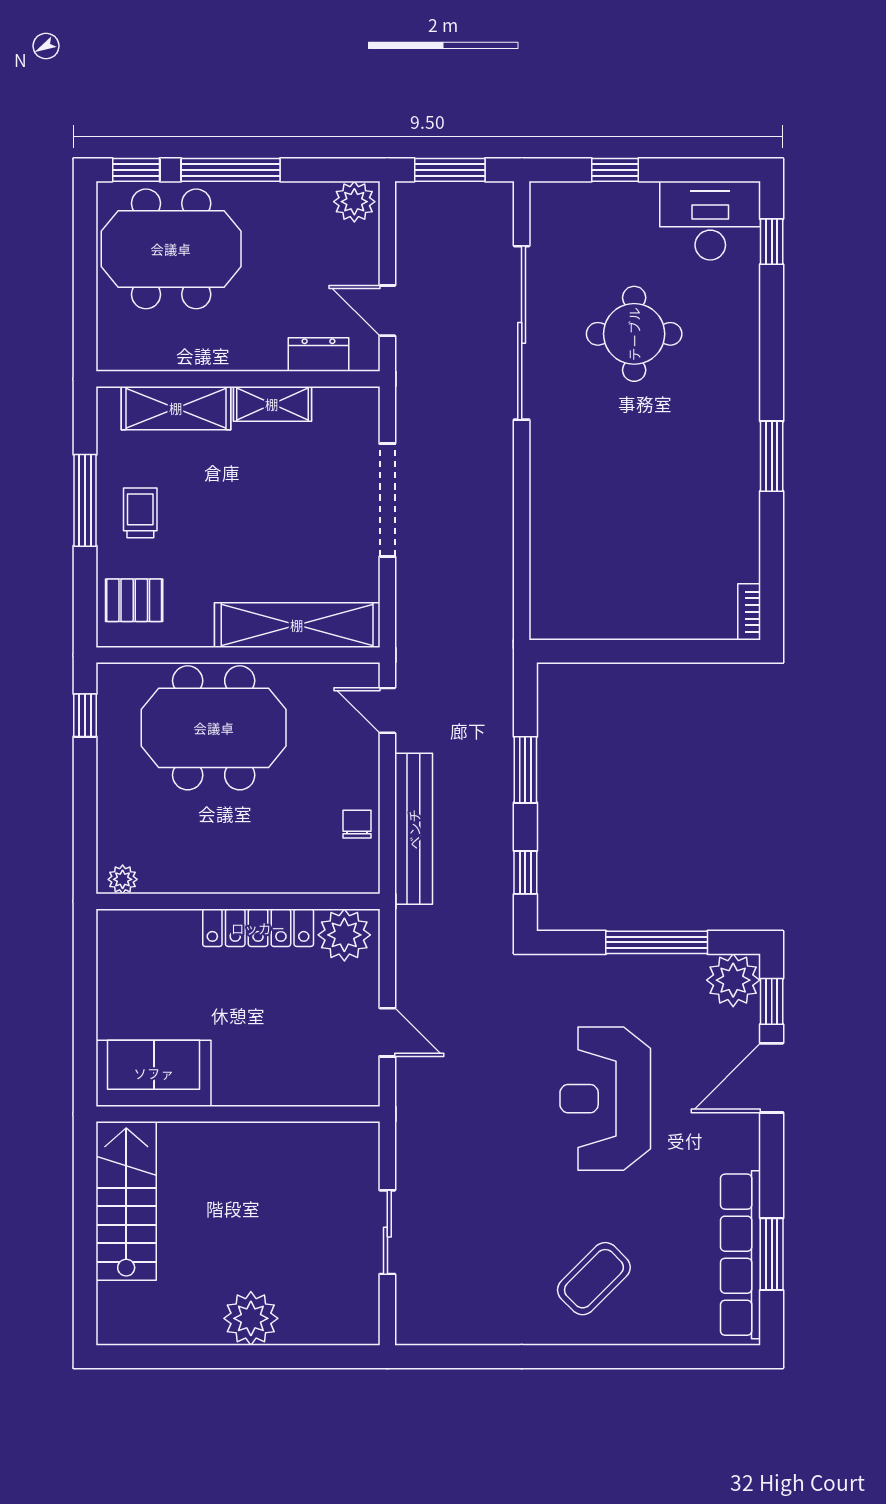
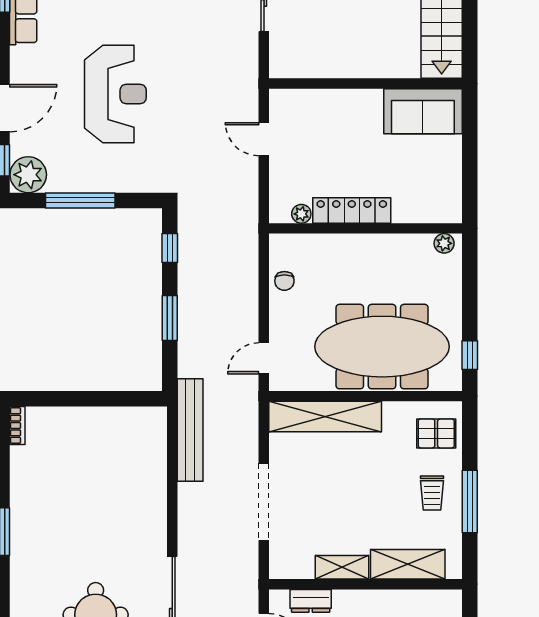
door: (387, 710) -> (264, 358), swing flipped
meeting table: (214, 728) -> (382, 347), width x1.36
bench: (414, 829) -> (190, 430), moved
plant: (344, 935) -> (301, 214), width x0.53, depth x0.53

